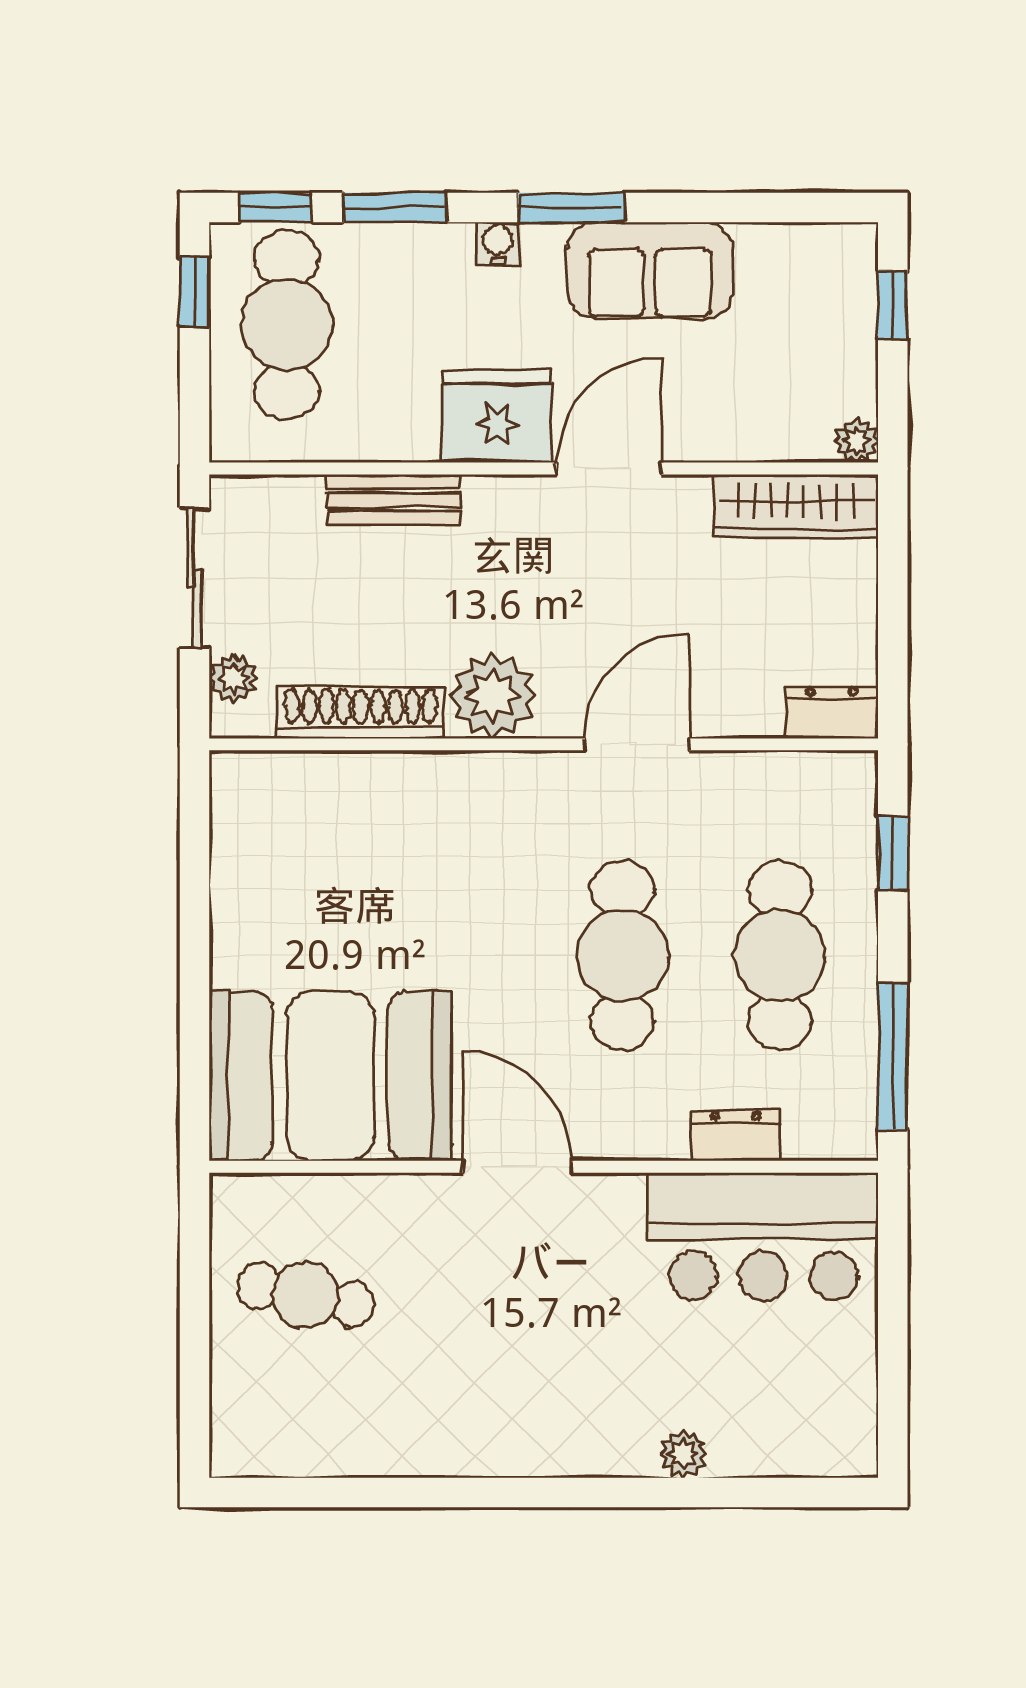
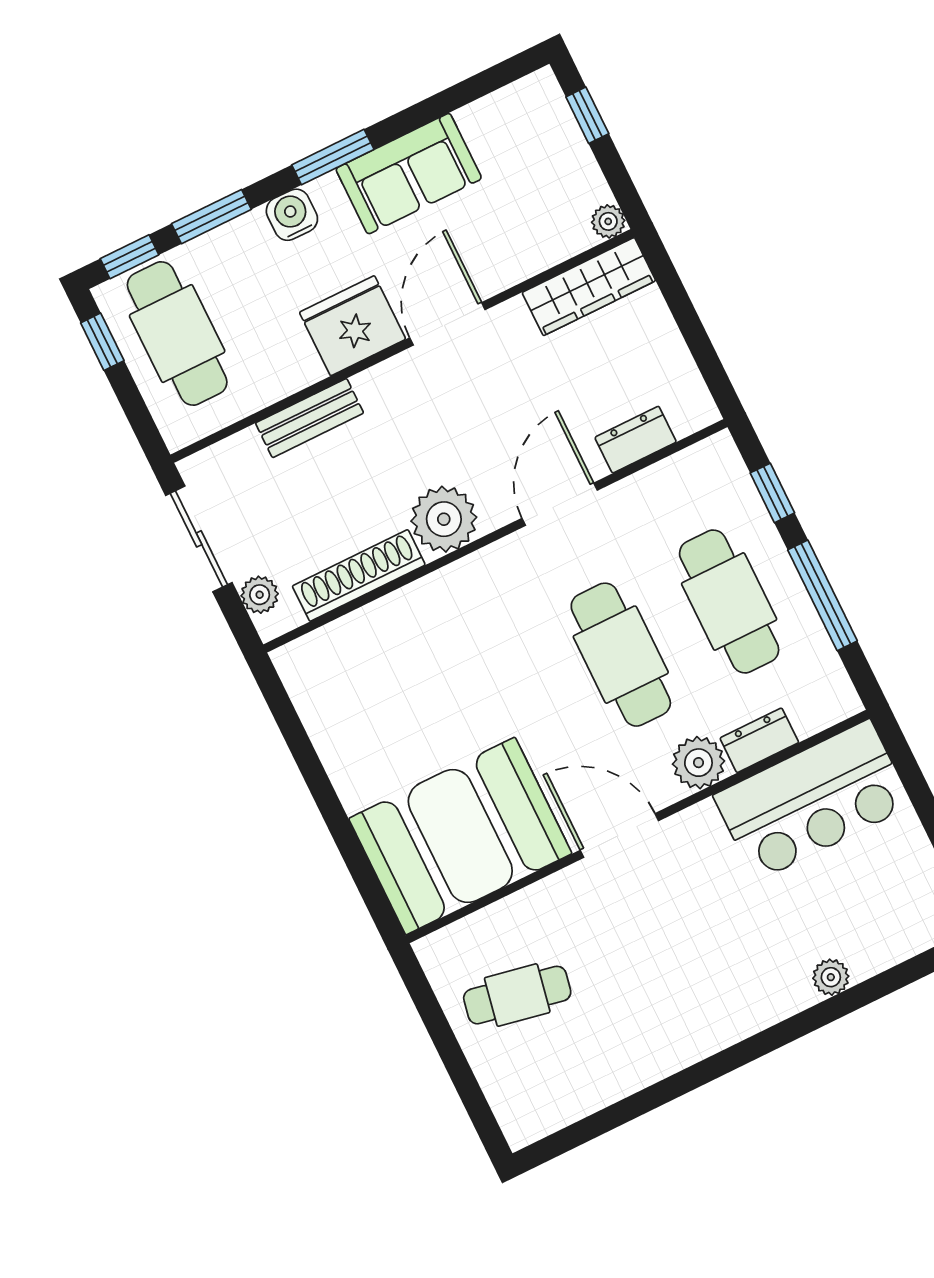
water cooler: (498, 243) -> (292, 215), width x1.38, depth x1.38
dresser: (831, 712) -> (636, 440), moved
window: (893, 1056) -> (823, 595), moved
plant: (651, 1127) -> (698, 763), added

